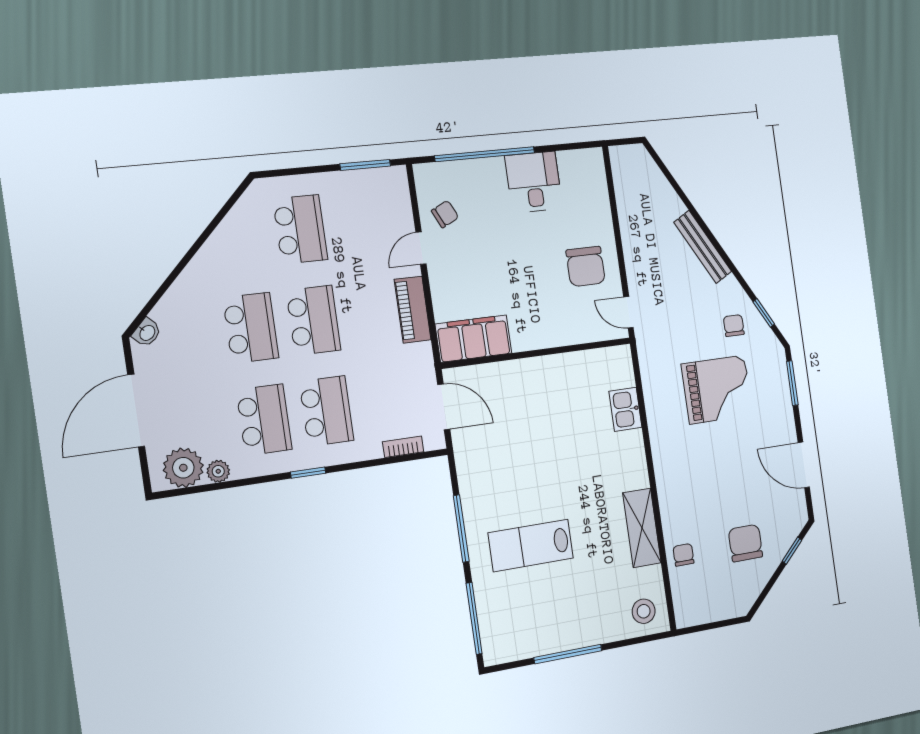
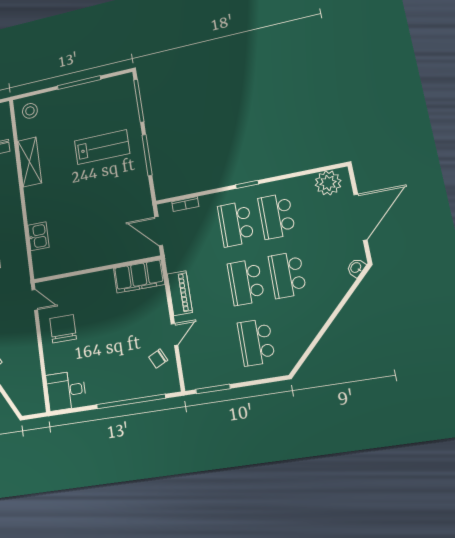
desk: (534, 182) -> (66, 391), moved, turned 90
plant: (218, 471) -> (305, 182), removed

